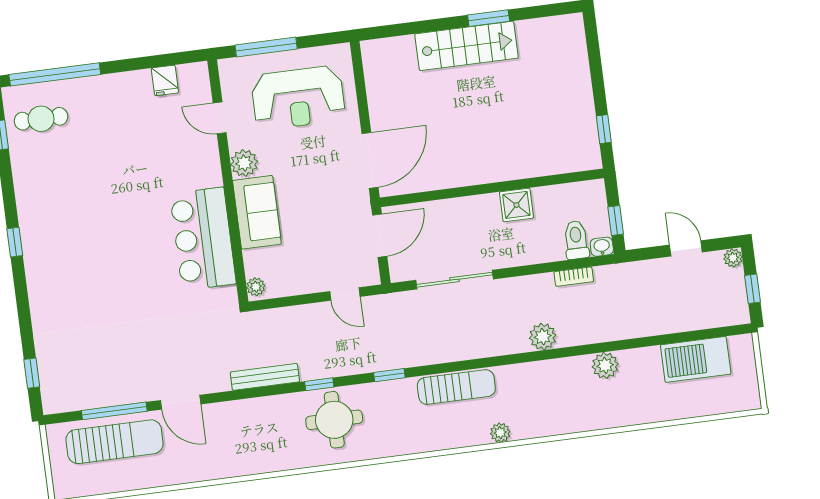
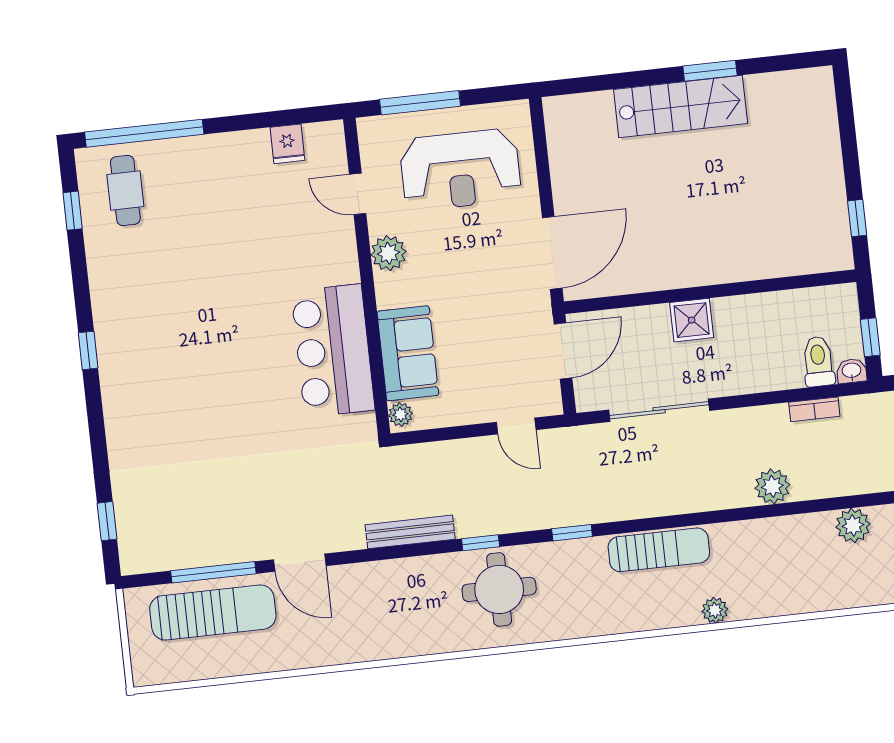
cafe table: (41, 119) -> (125, 190), turned 90
shower: (516, 205) -> (692, 320), moved
sofa: (257, 212) -> (408, 353), moved

